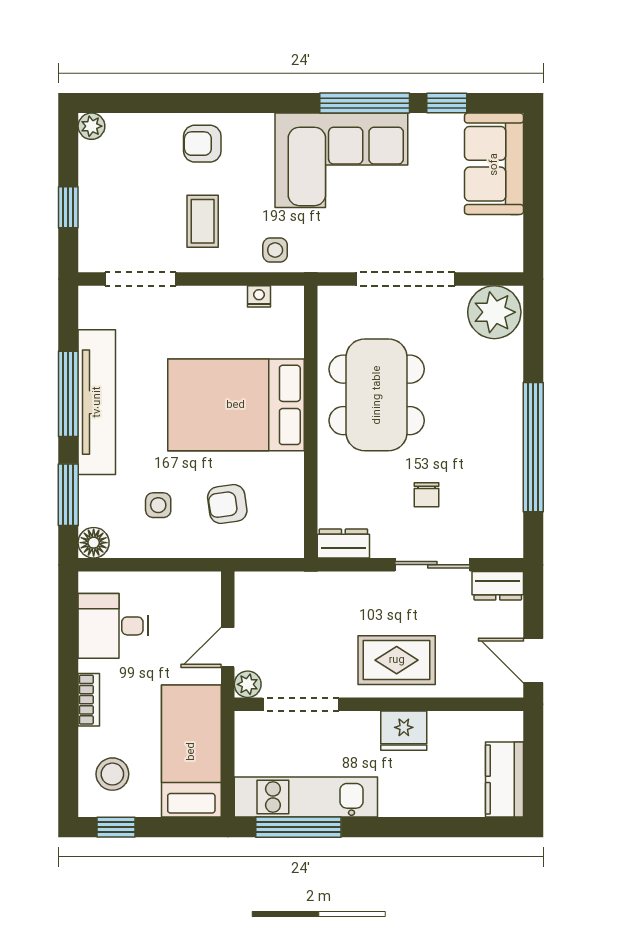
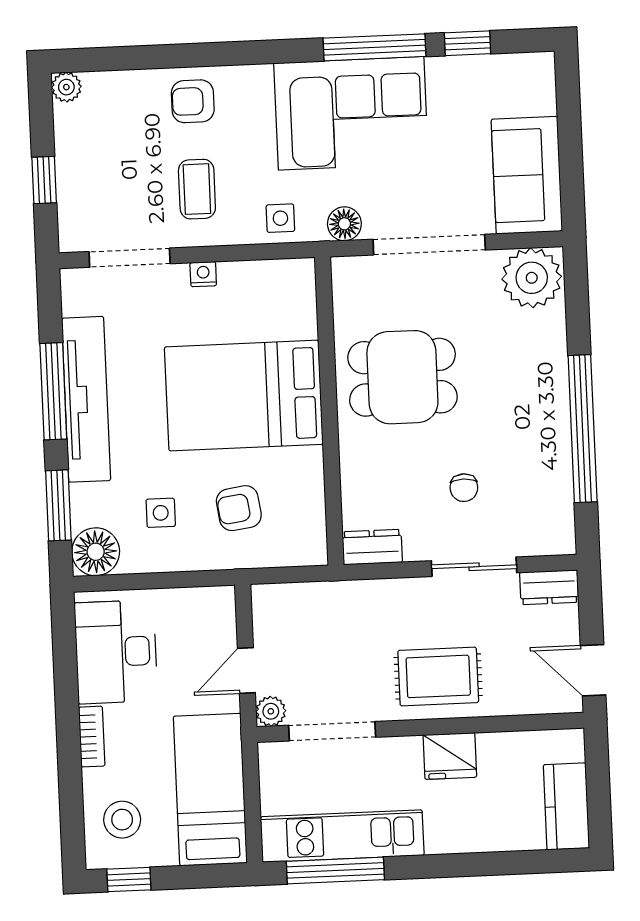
sofa: (494, 164) -> (527, 175), moved
floor lamp: (331, 257) -> (344, 224), added
nightstand: (259, 296) -> (203, 274), moved
dining table: (377, 395) -> (402, 377), width x0.73
floor lamp: (94, 543) -> (96, 552), width x1.38, depth x1.38
desk: (113, 626) -> (116, 652), width x1.37

